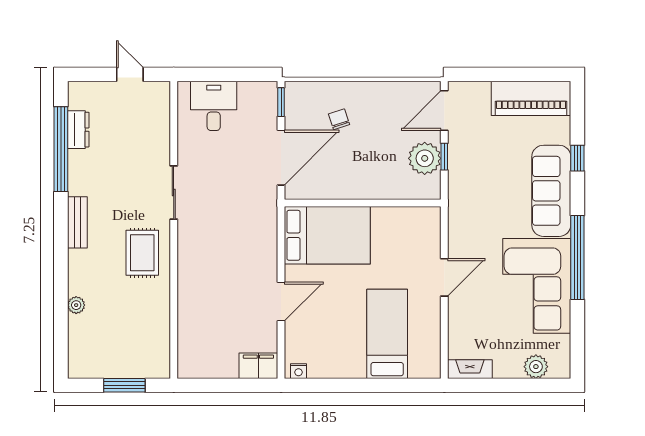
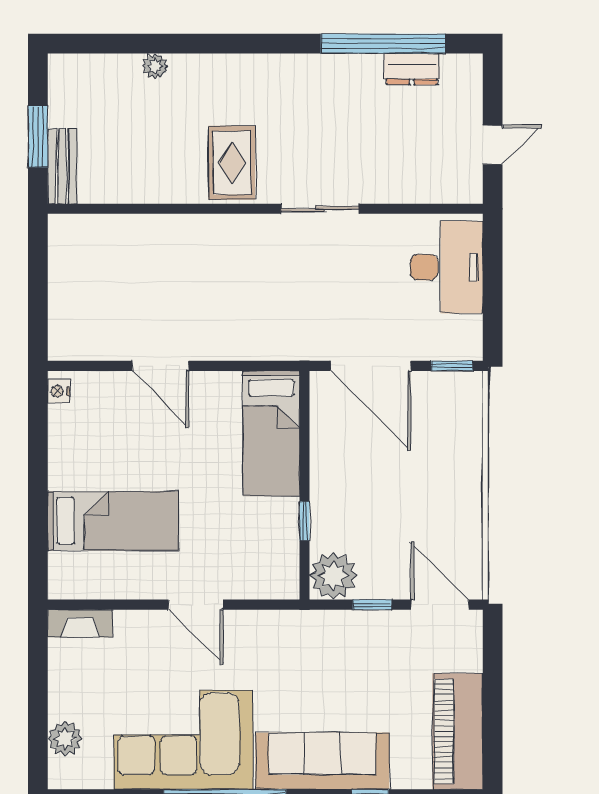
desk: (214, 106) -> (447, 267), width x1.37
chair: (339, 119) -> (427, 451), removed
plant: (425, 158) -> (333, 576), moved
window: (387, 203) -> (305, 521), added
bench: (77, 222) -> (62, 166), moved, turned 90
bed: (327, 235) -> (271, 433), width x0.67
rug: (142, 253) -> (232, 163), turned 90
filing cabinet: (258, 366) -> (67, 333), removed
fireplace: (470, 369) -> (80, 623), moved, turned 90

